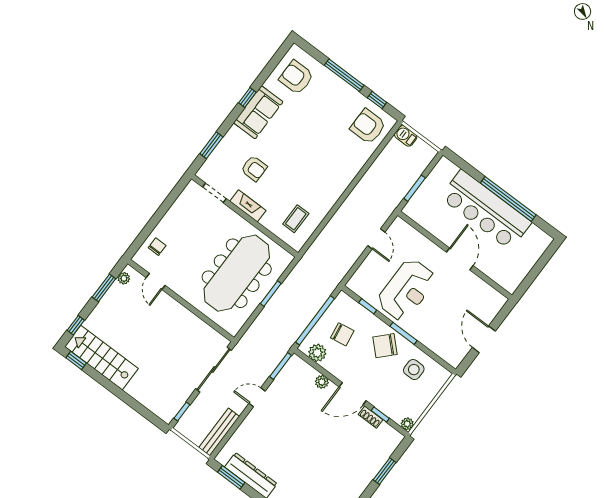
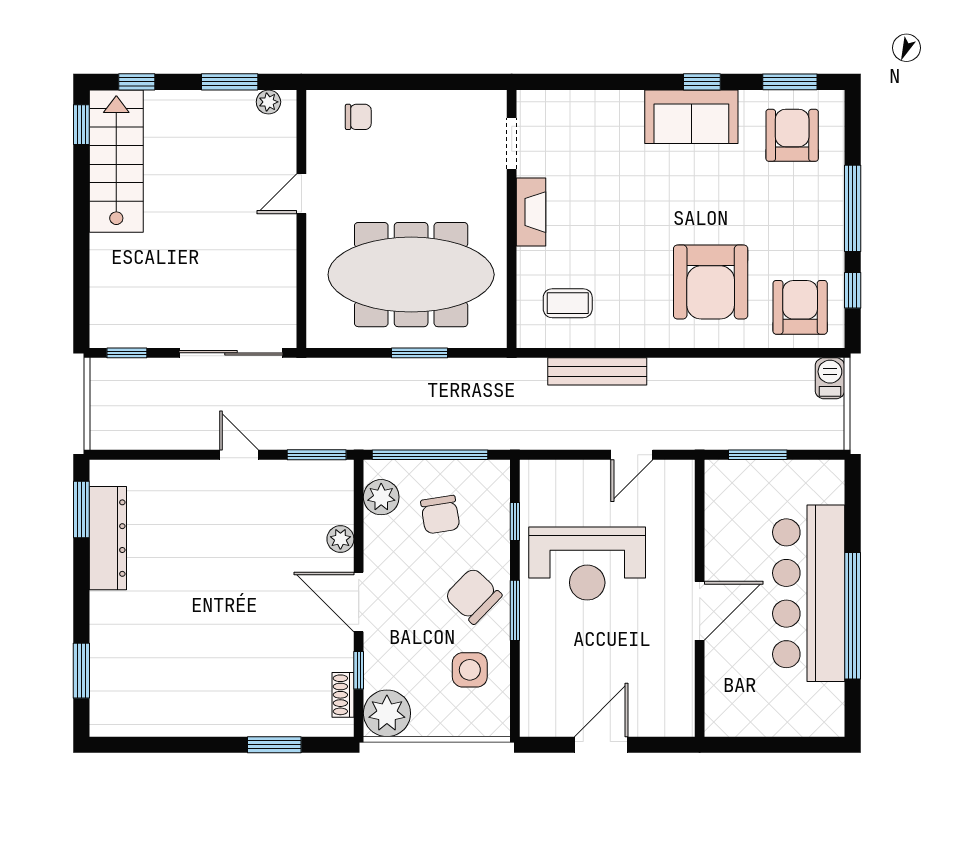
window: (211, 145) -> (790, 82), moved
armchair: (254, 168) -> (711, 282), moved, width x1.88, depth x1.88
door: (156, 281) -> (301, 194), moved
shoe rack: (371, 417) -> (343, 695), moved
plant: (407, 424) -> (387, 713), width x1.87, depth x1.87
bench: (219, 432) -> (597, 371), moved

